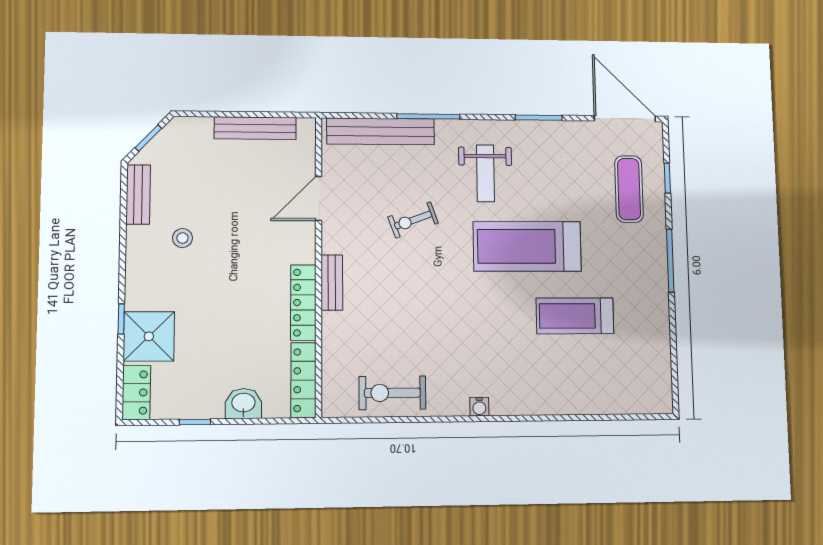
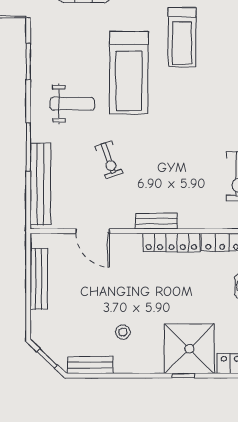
shower: (149, 336) -> (189, 349), width x1.37, depth x1.37

